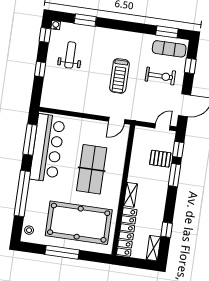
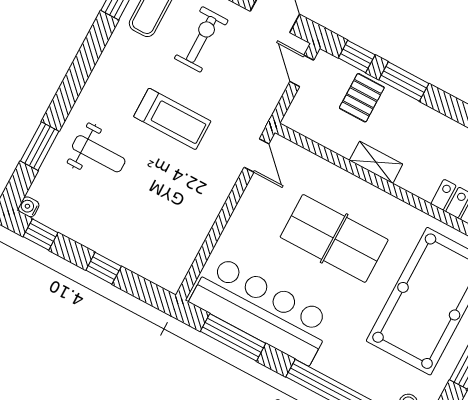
weight bench: (70, 55) -> (99, 154), moved, turned 180
shelving: (130, 195) -> (376, 162), moved

